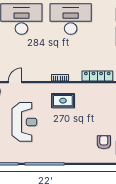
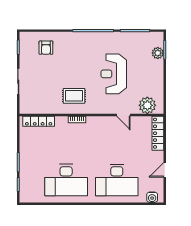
door: (15, 82) -> (123, 115), hinge flipped
armchair: (104, 142) -> (46, 48), moved

